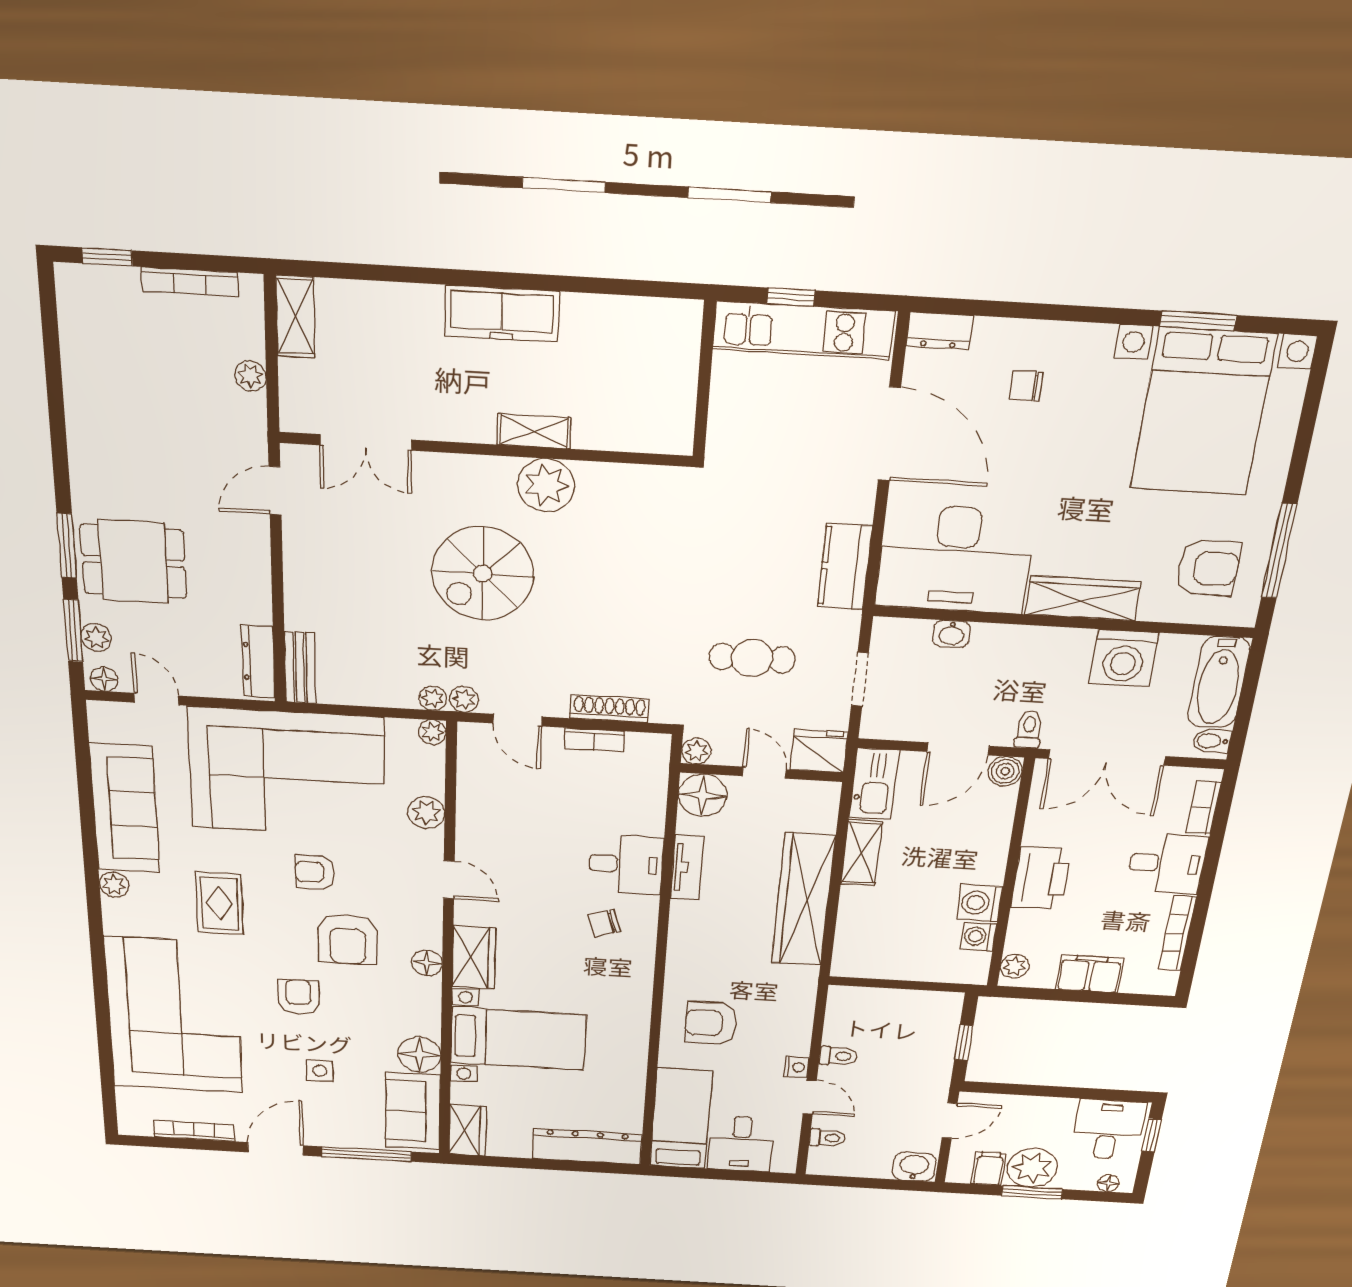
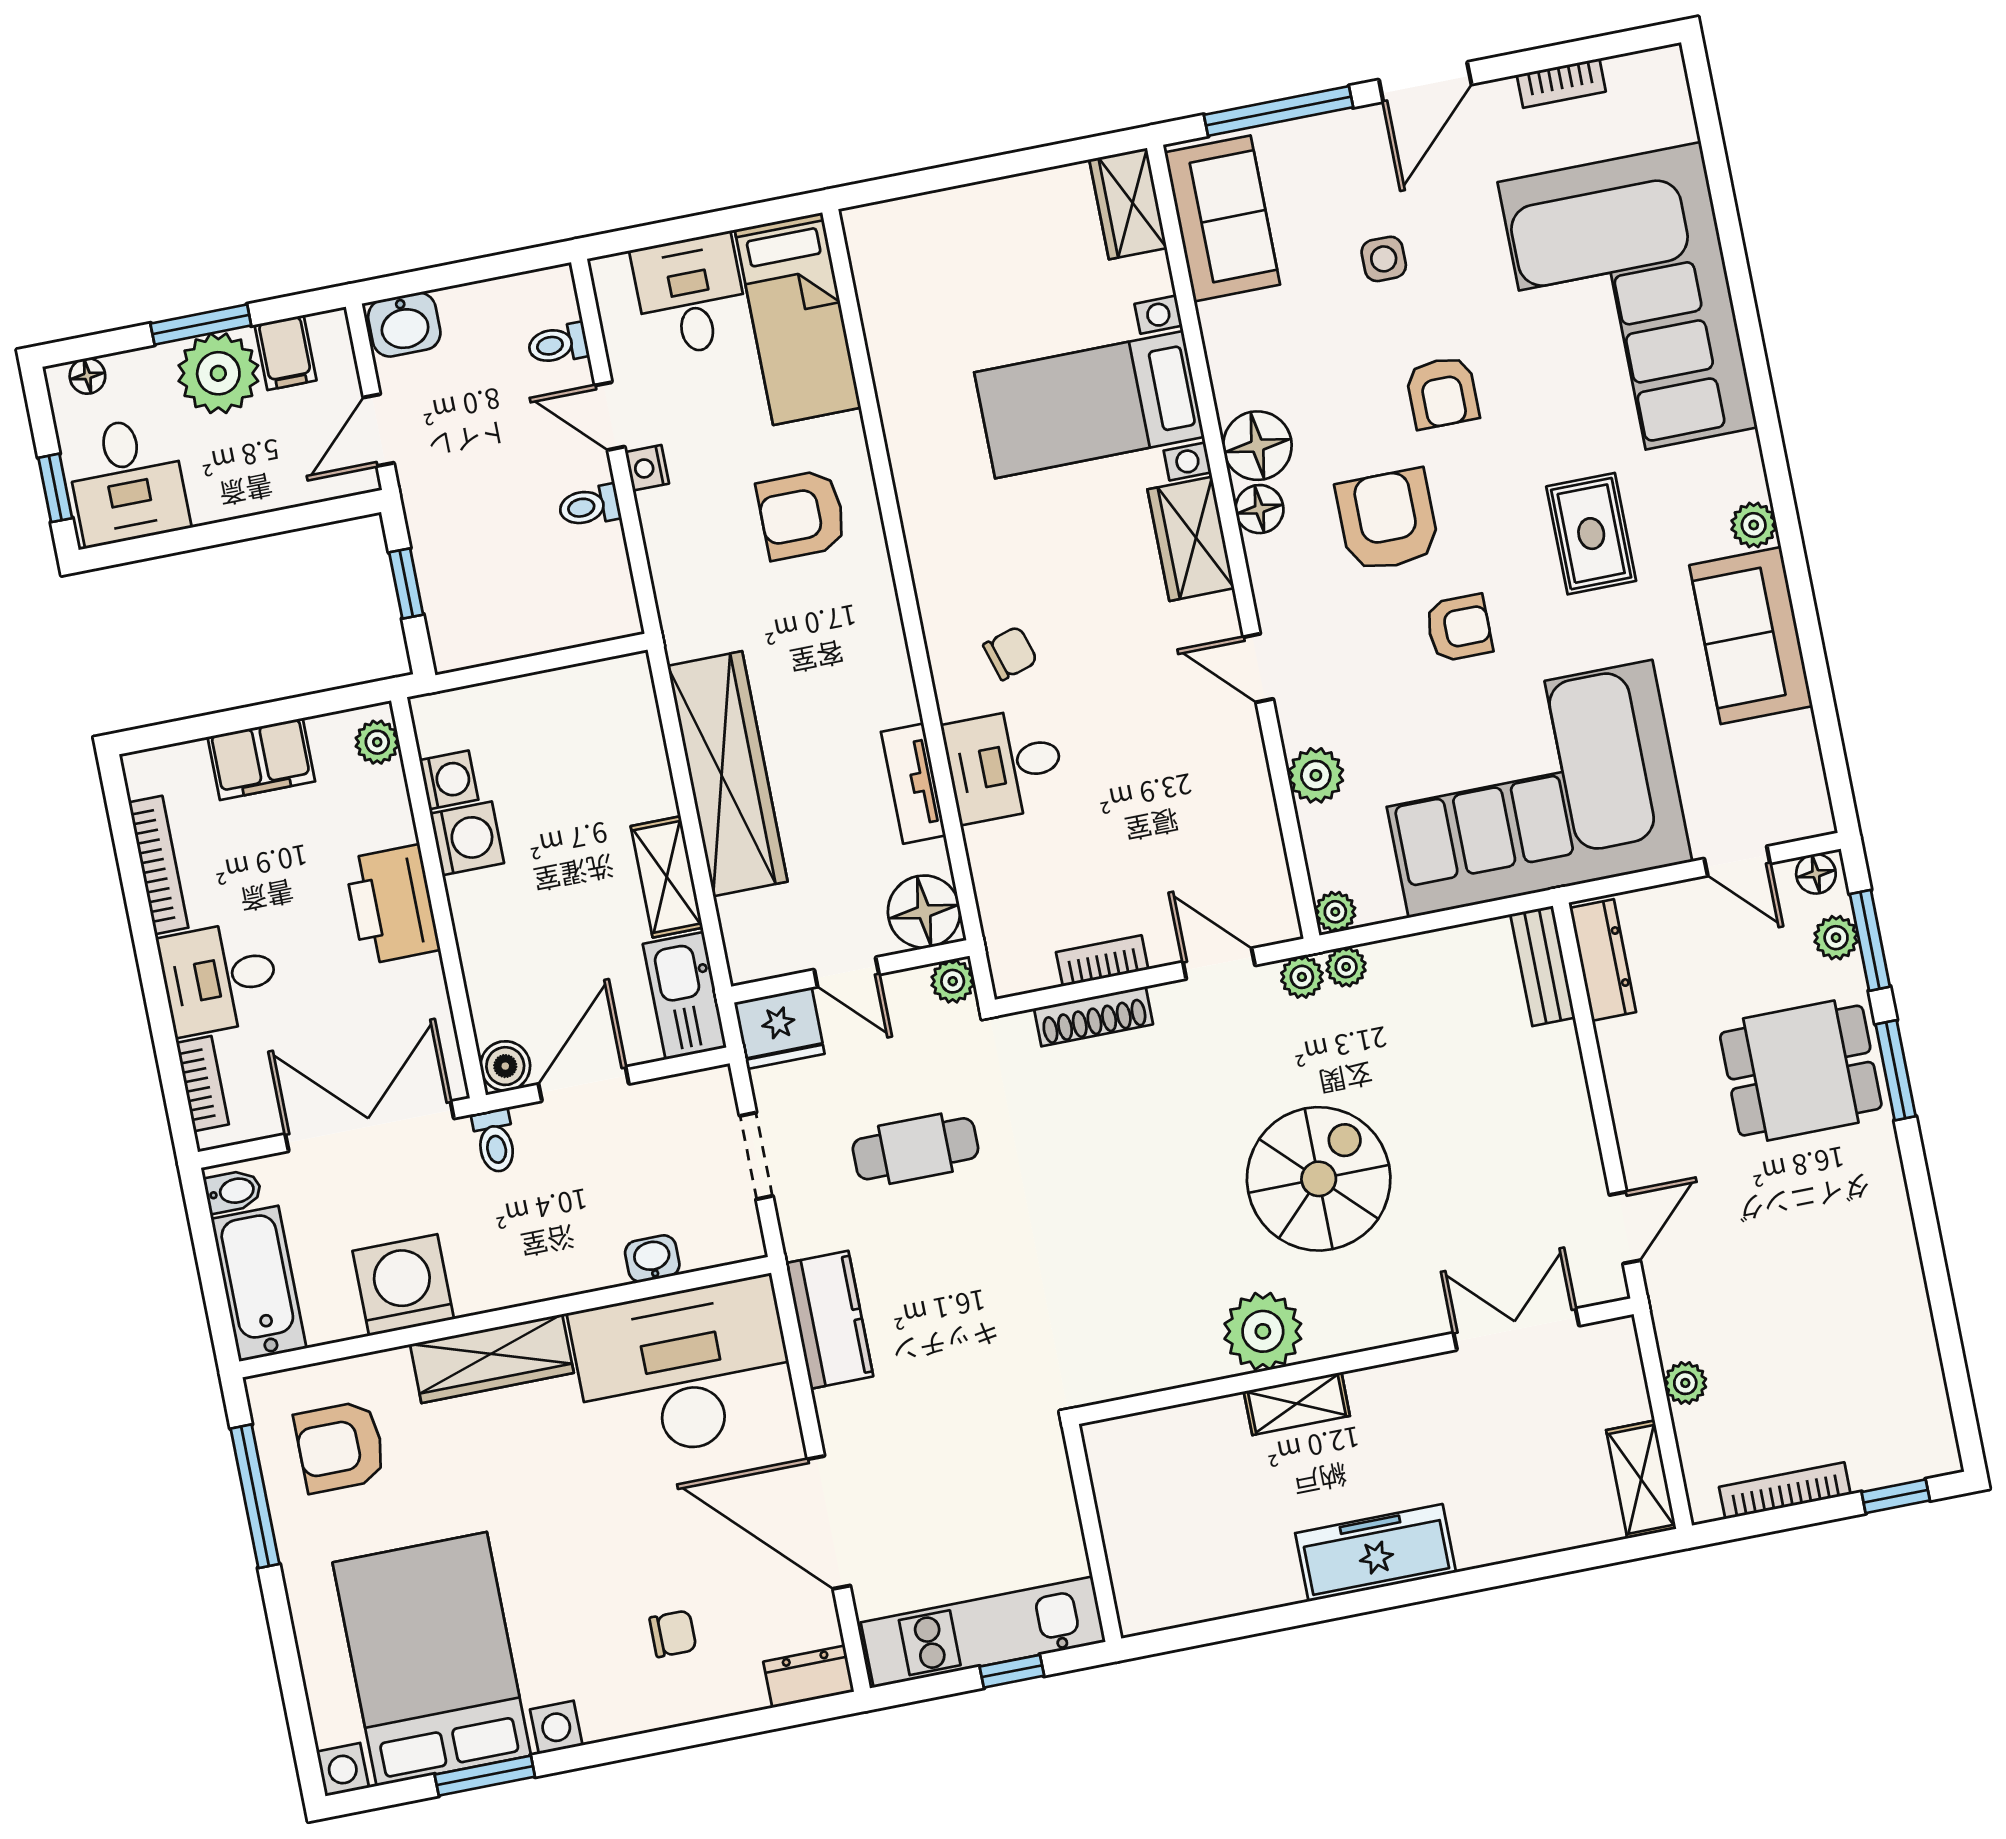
sofa: (125, 808) -> (1751, 636), width x0.73
armchair: (711, 1023) -> (802, 515), turned 180
floor lamp: (419, 1054) -> (1257, 446), moved
bookcase: (194, 1131) -> (1561, 83), width x0.64
dresser: (587, 1146) -> (931, 223), removed

